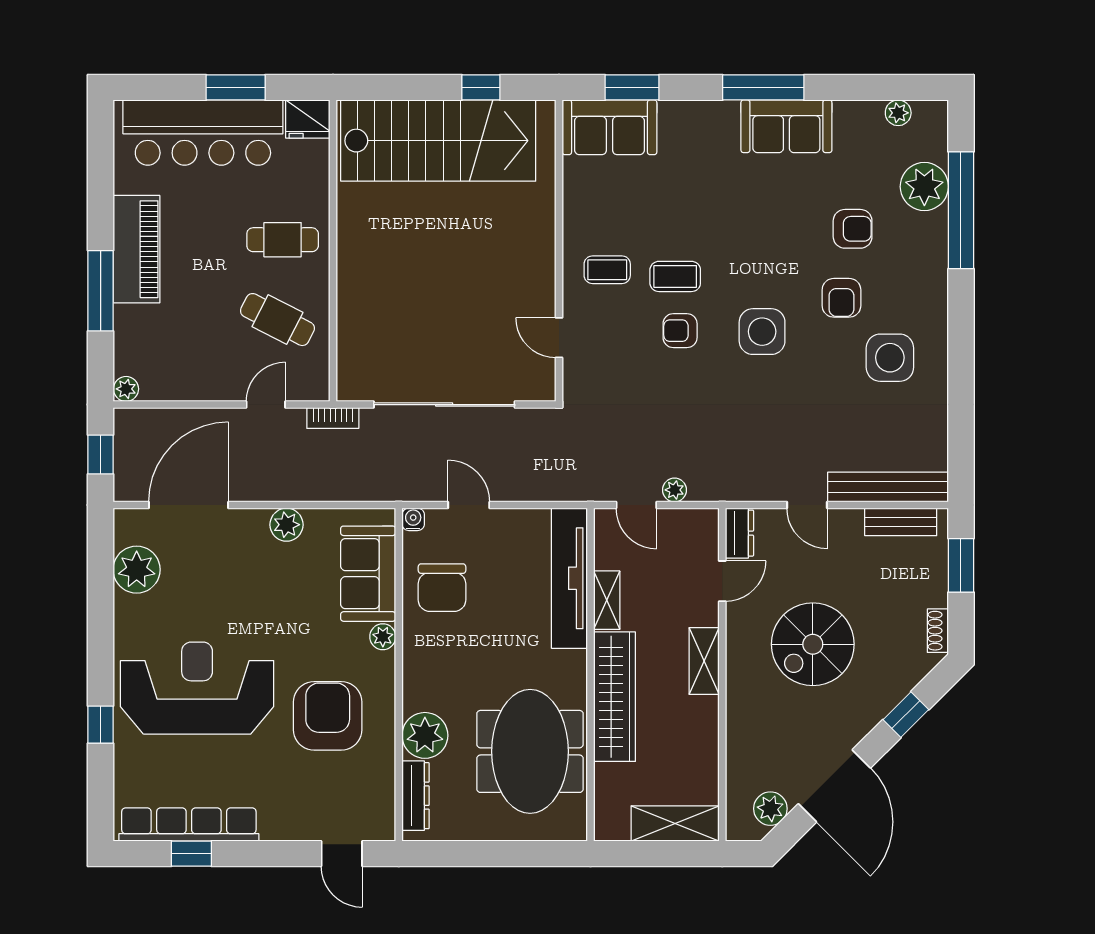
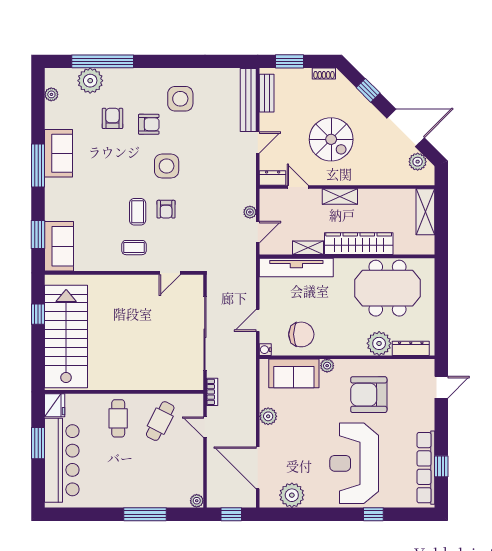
piano: (136, 249) -> (123, 495), removed
coffee table: (607, 270) -> (134, 248), turned 90

